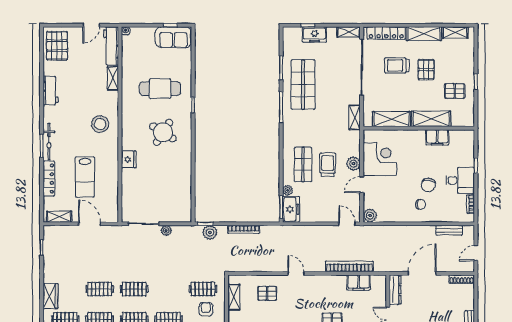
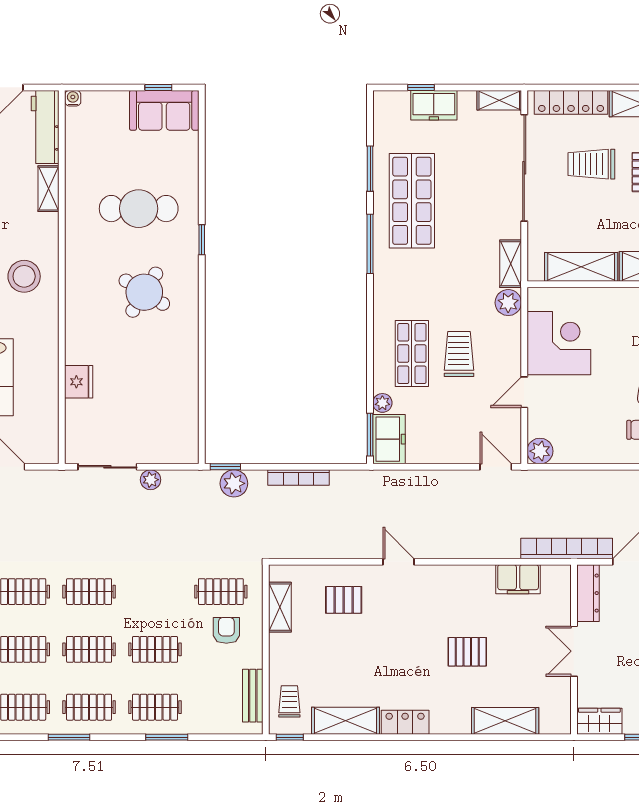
fridge: (129, 159) -> (79, 382), moved
plant: (353, 164) -> (508, 303), moved
bookcase: (349, 266) -> (567, 548), moved

